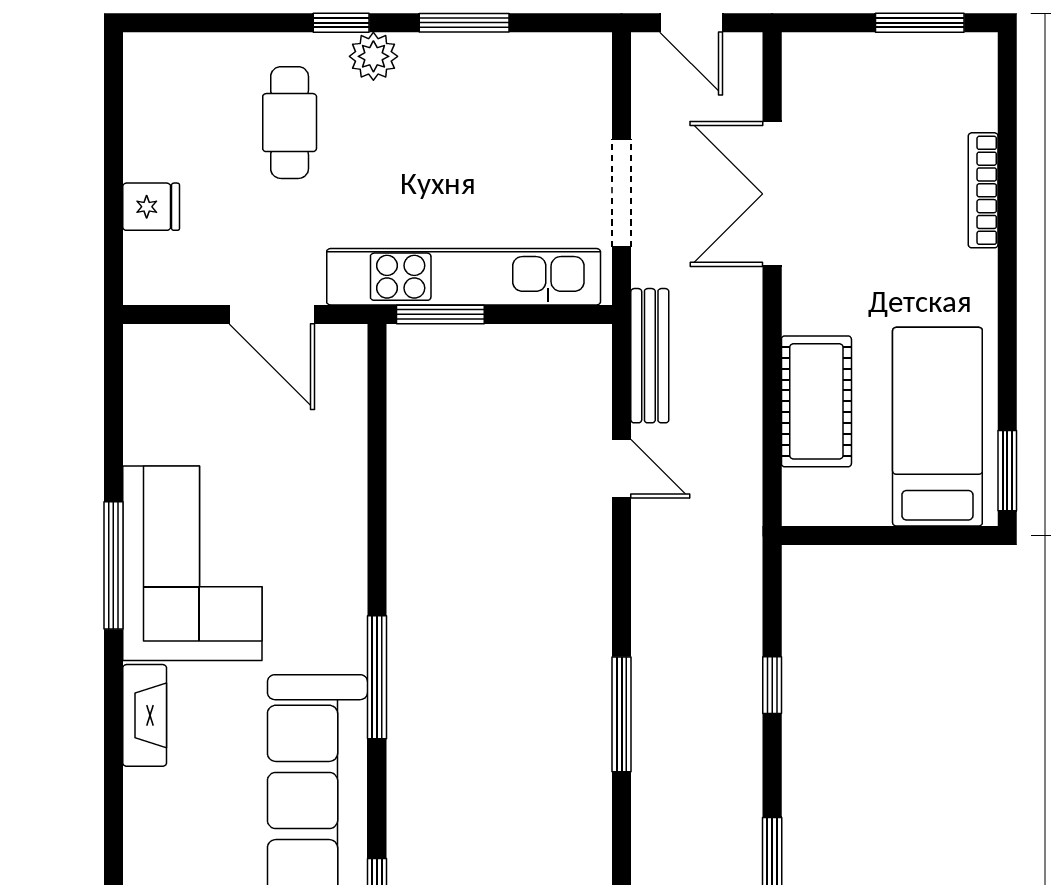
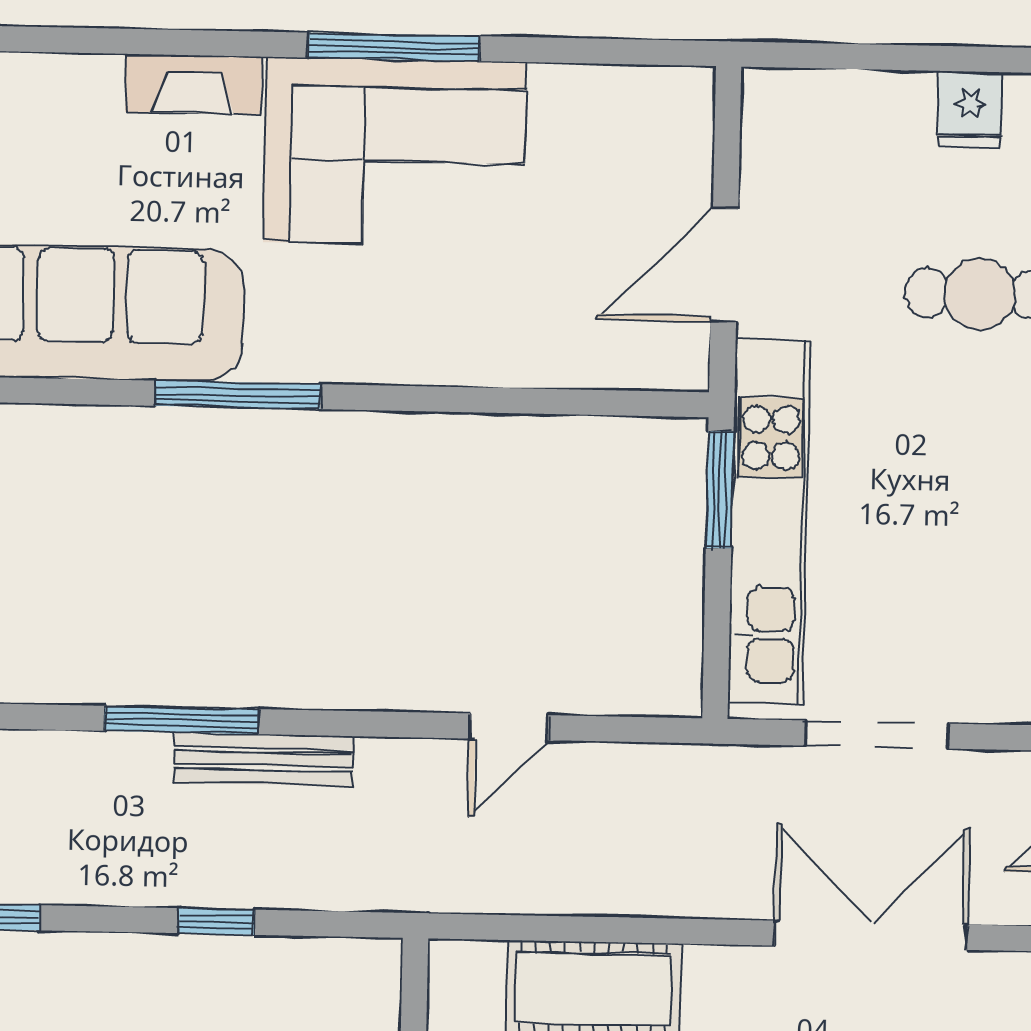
fridge: (151, 207) -> (970, 109), moved
bench: (650, 356) -> (264, 759), moved

